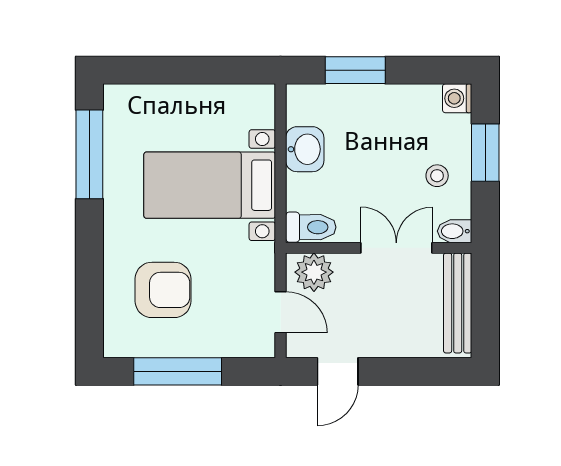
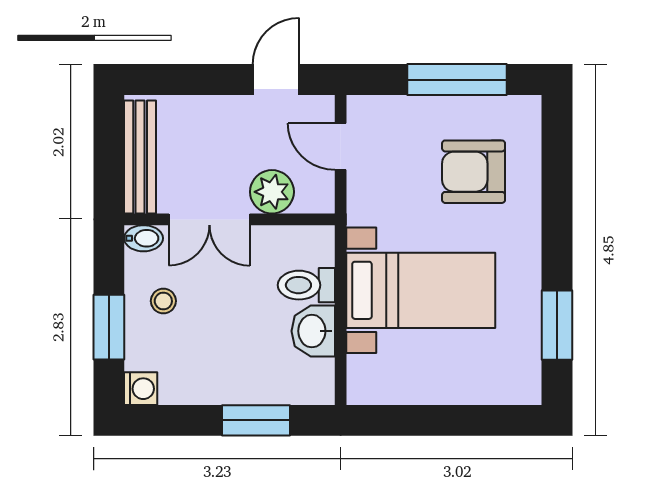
window: (89, 154) -> (557, 325), width x0.69
toilet: (311, 227) -> (306, 285), moved
plant: (314, 272) -> (272, 192), moved

